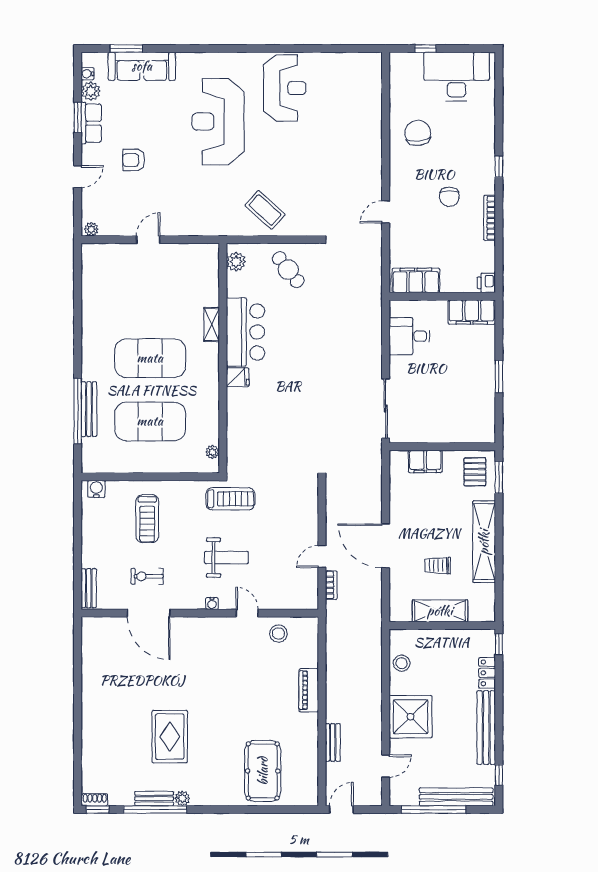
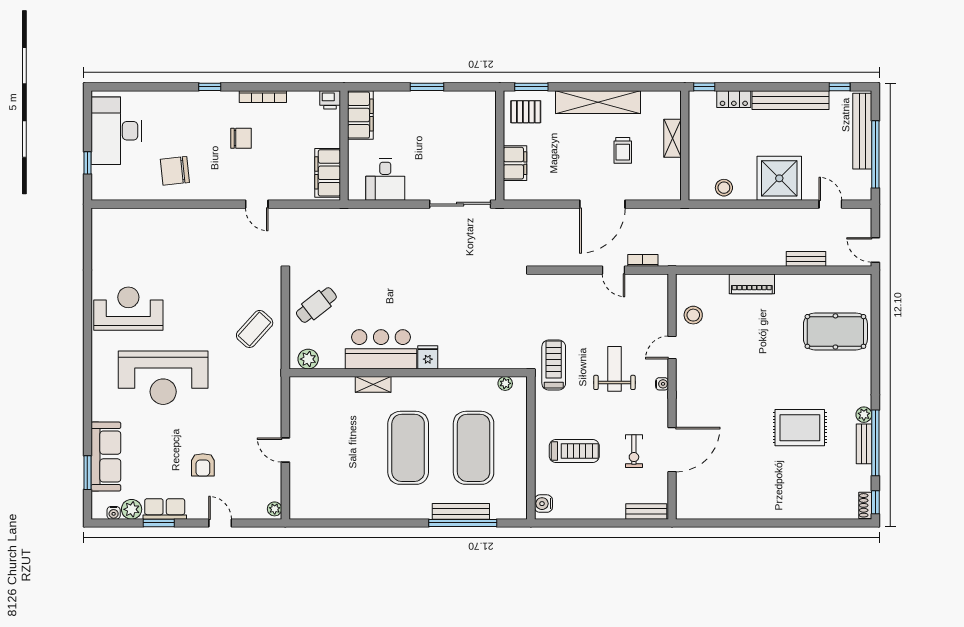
shelving: (440, 611) -> (673, 138), width x0.67, depth x0.75

